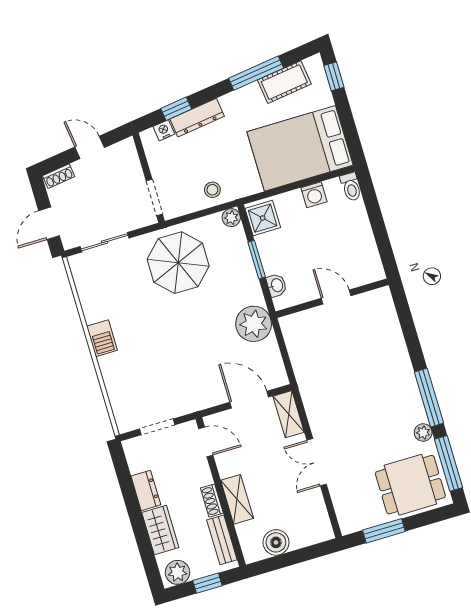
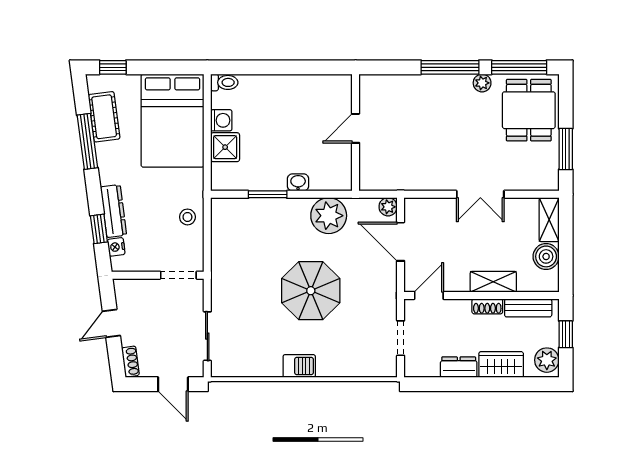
plant: (231, 218) -> (388, 207), moved
shower: (263, 218) -> (225, 147), moved
parasol: (178, 263) -> (311, 291), moved
door: (336, 297) -> (356, 128), moved
wall: (332, 298) -> (356, 133), moved
door: (249, 400) -> (401, 242), hinge flipped
shelving: (289, 414) -> (549, 220), moved, turned 90

